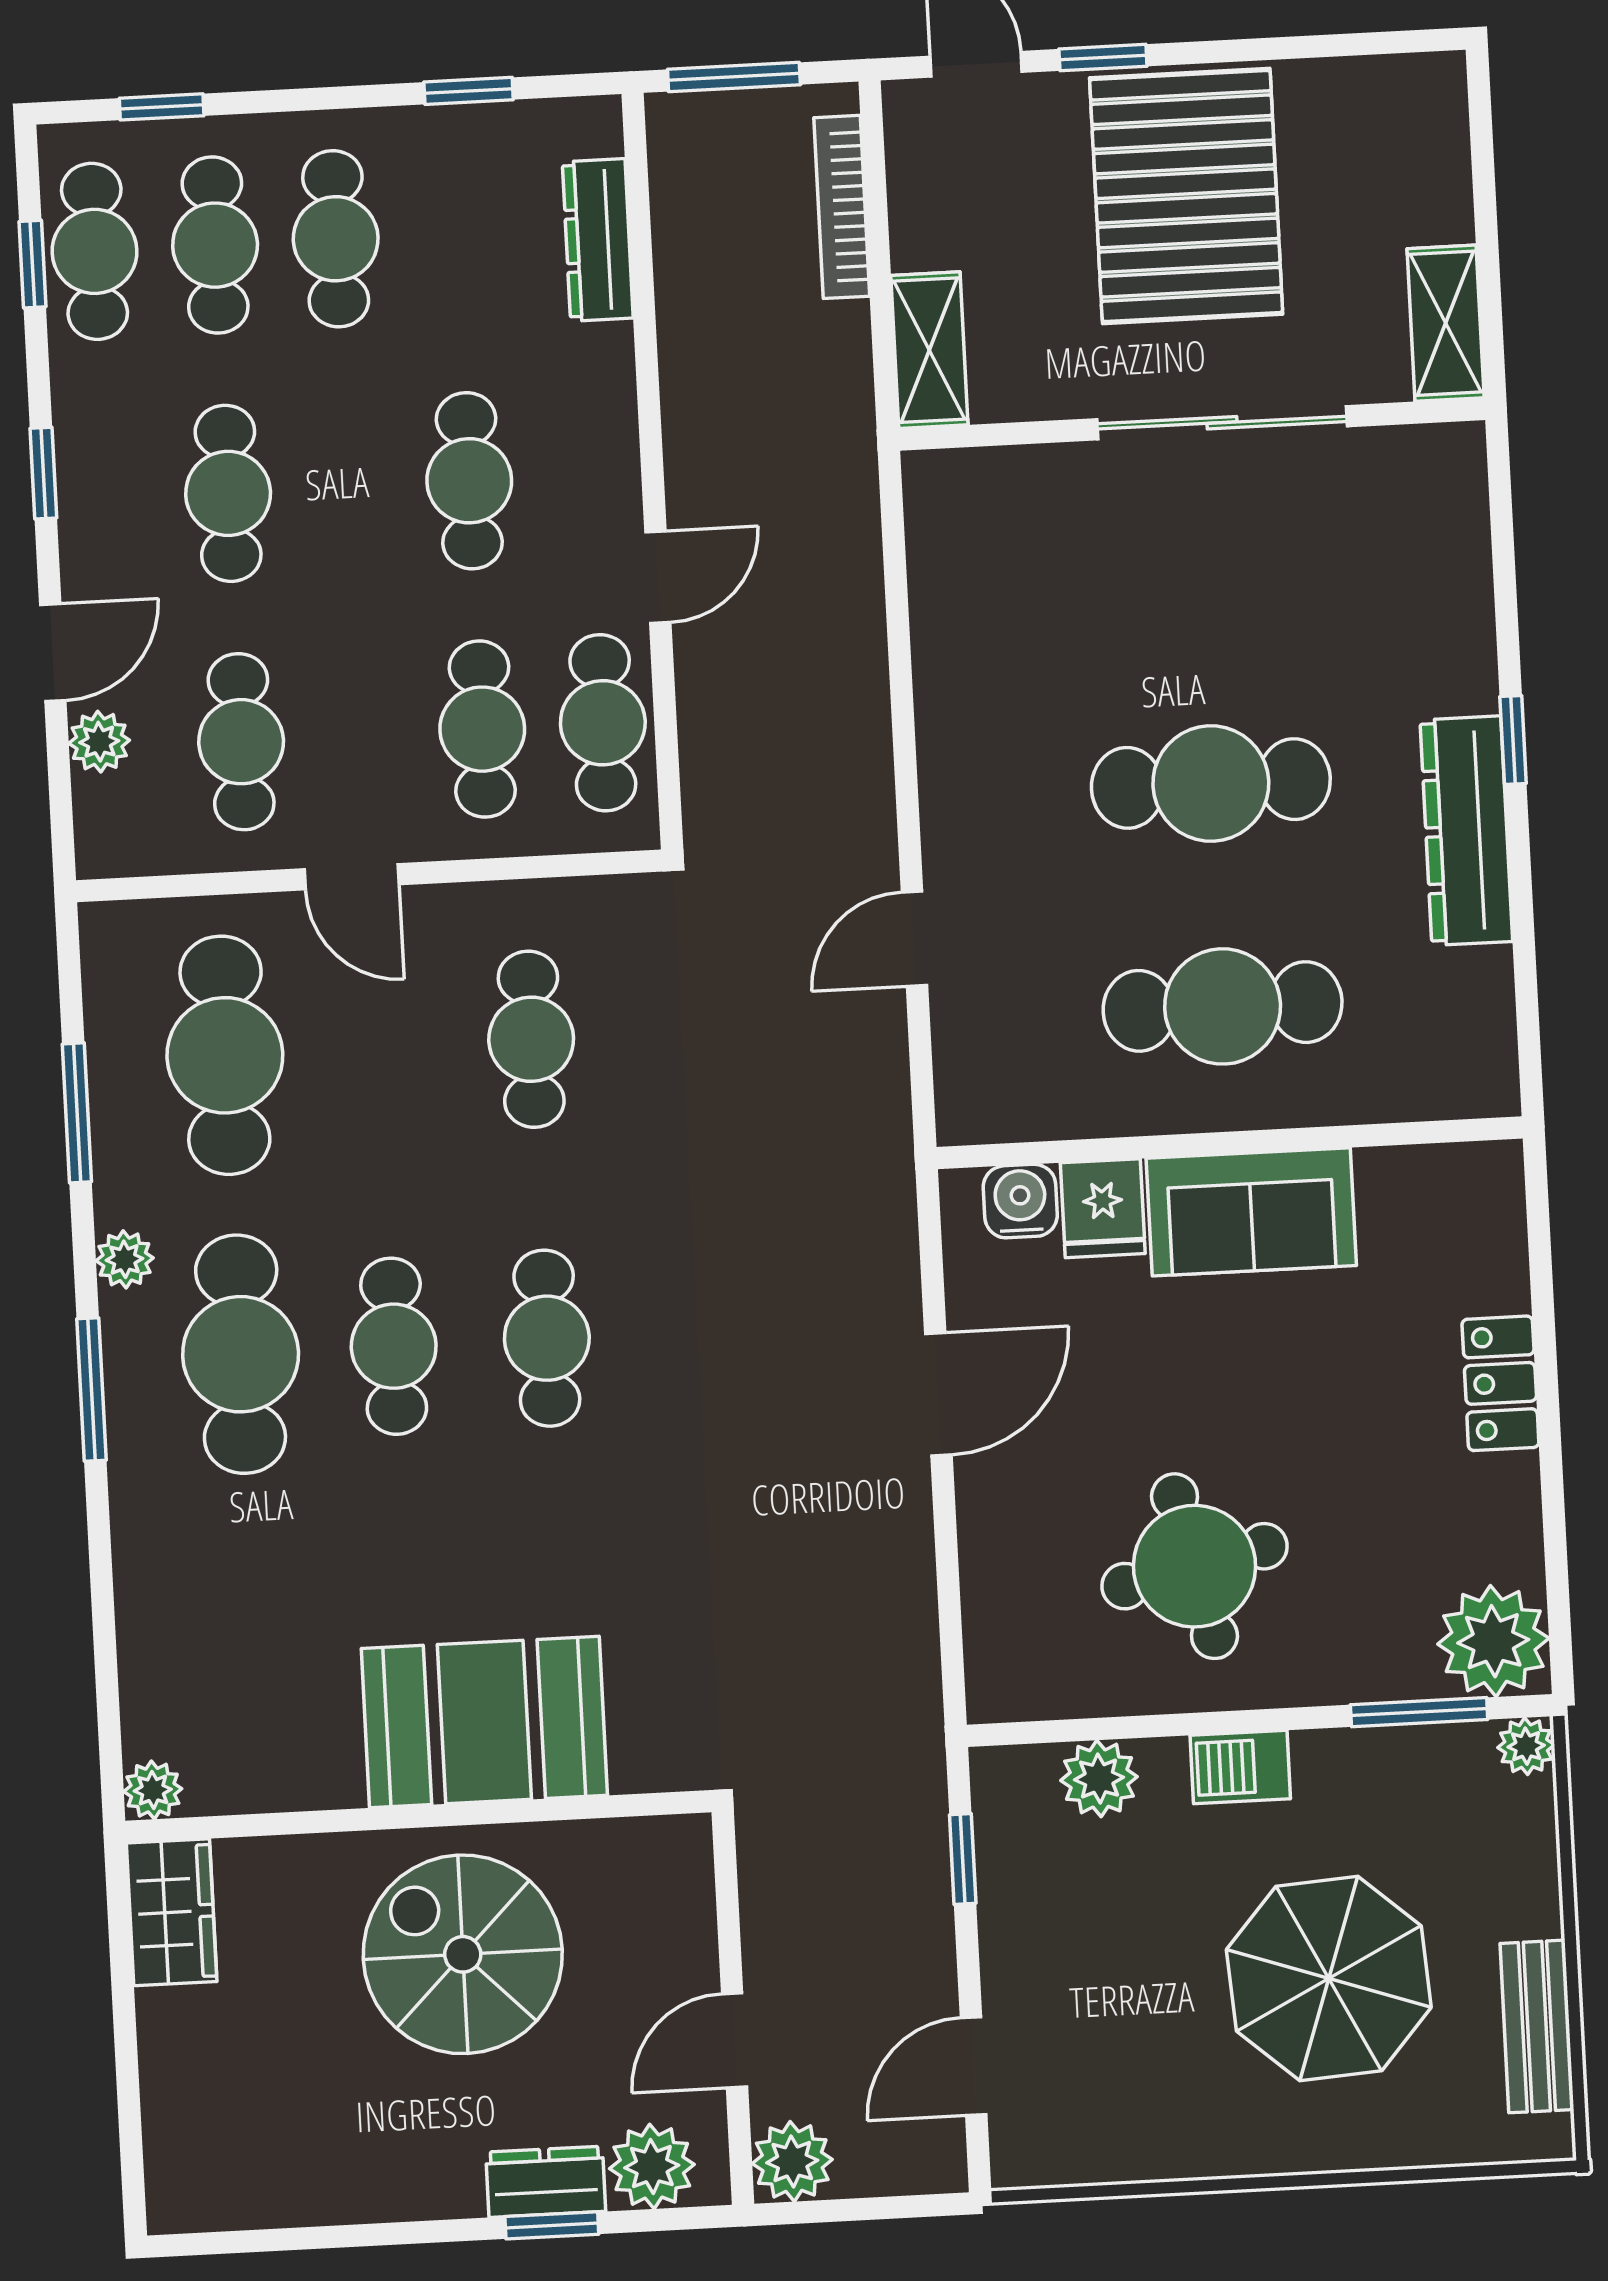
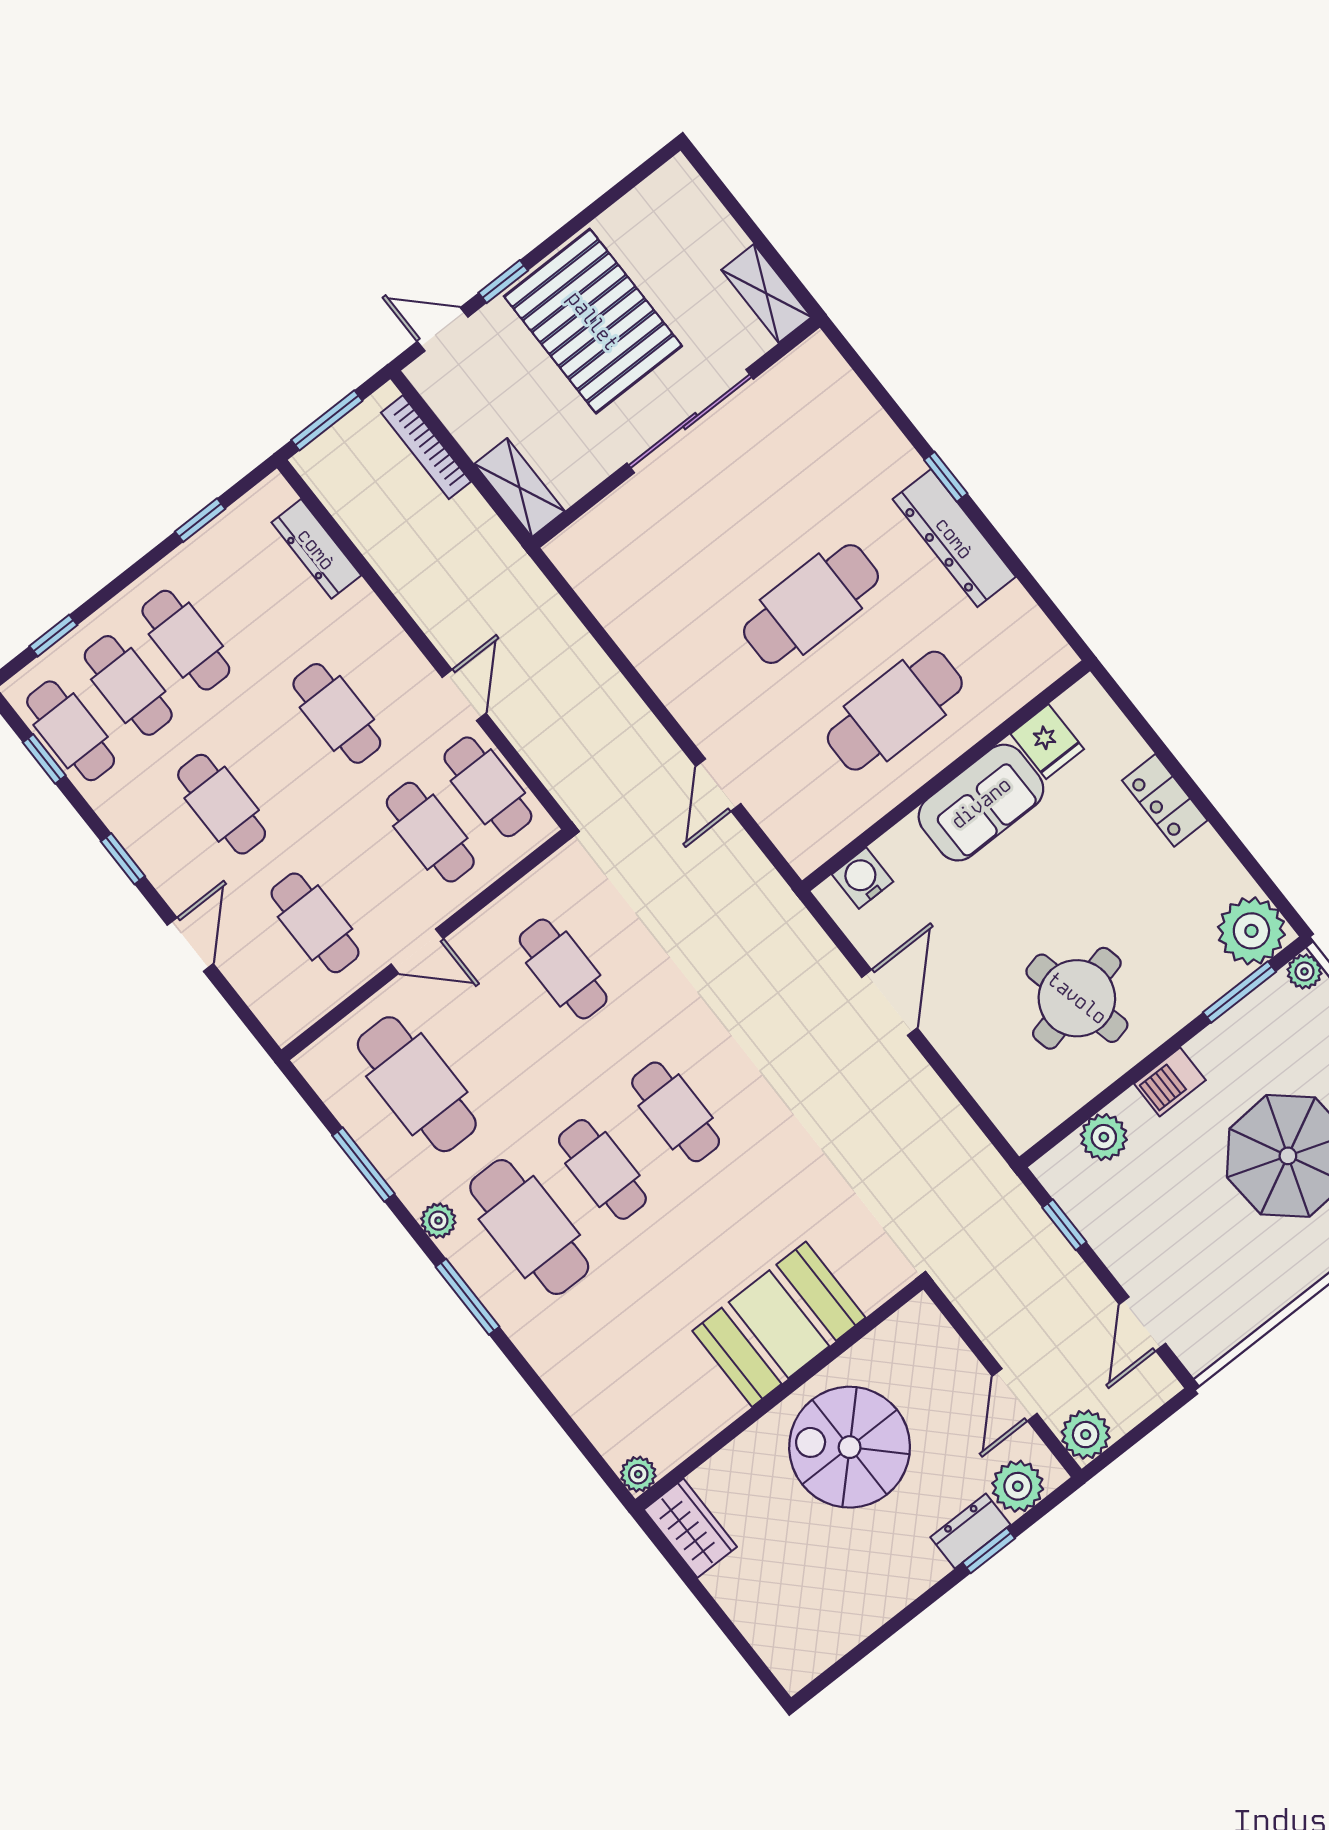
plant: (99, 742) -> (245, 973), removed
fridge: (1103, 1208) -> (1047, 741), moved

